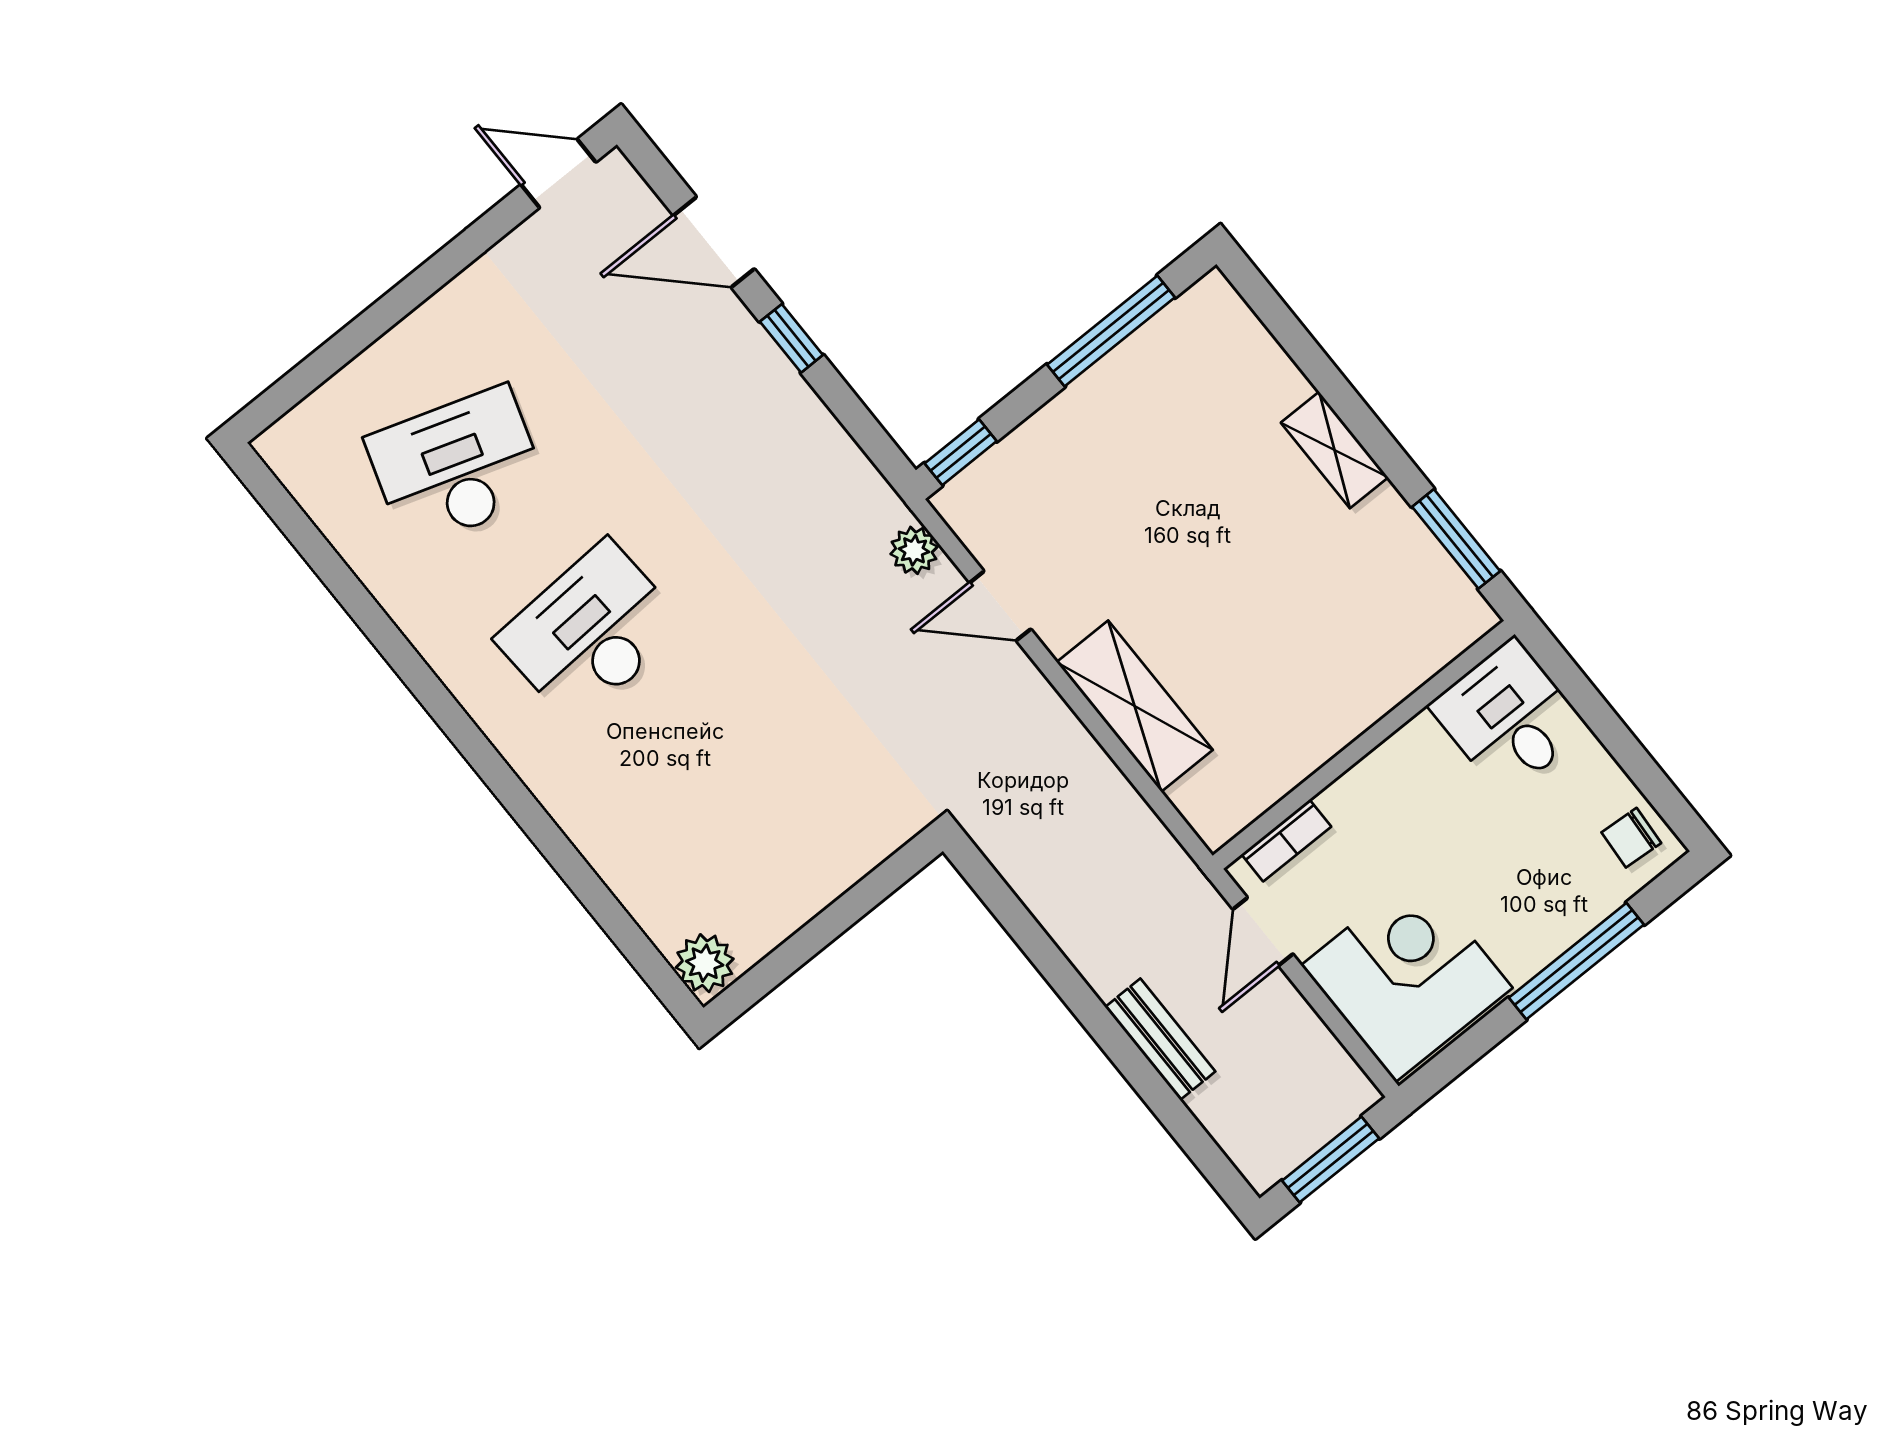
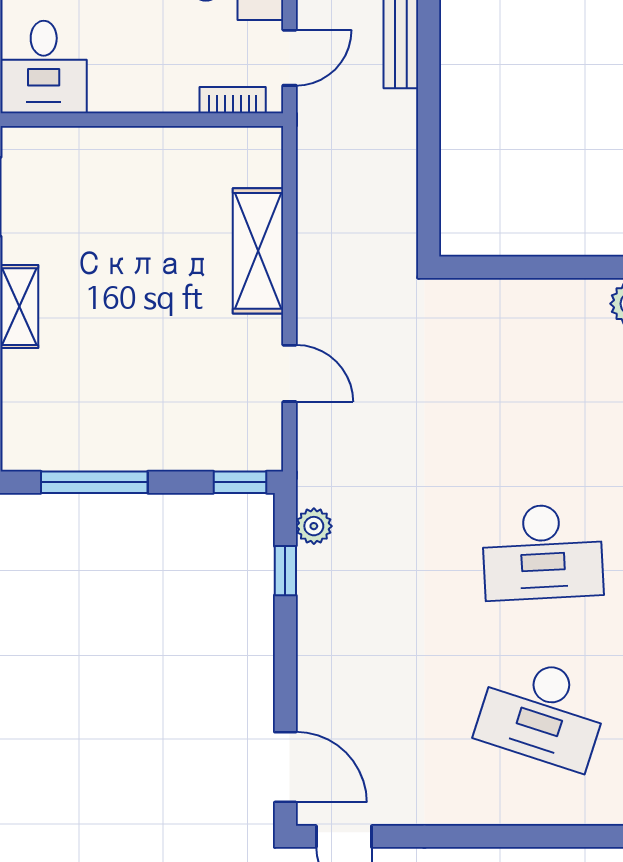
door: (714, 242) -> (285, 767), moved
window: (791, 338) -> (285, 571), moved
plant: (914, 550) -> (314, 526), moved

